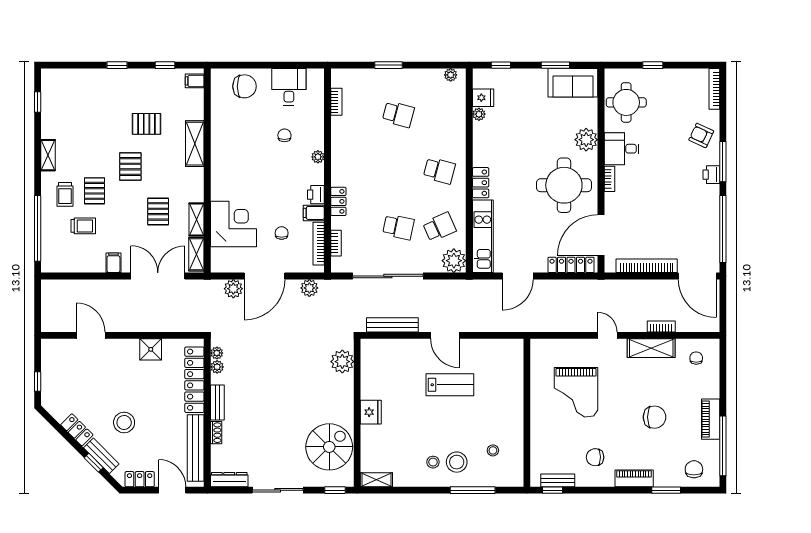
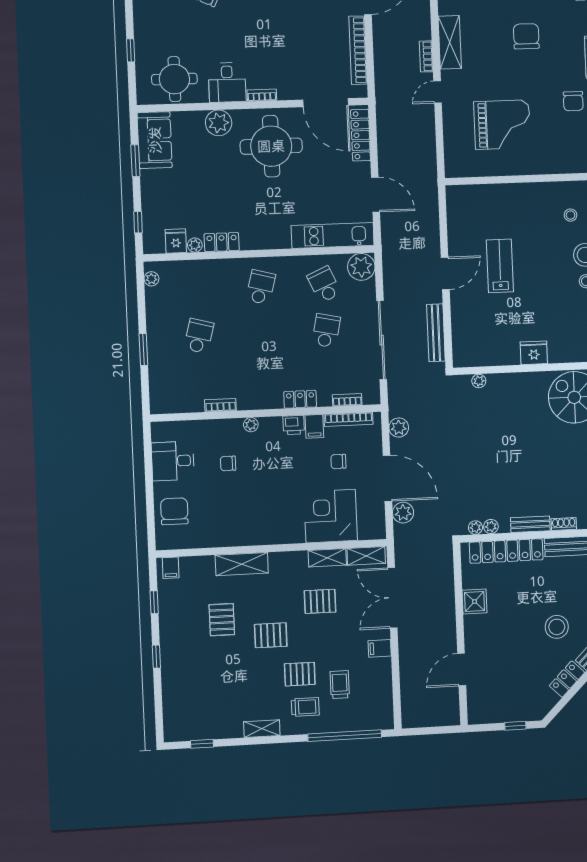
bookcase: (336, 102) -> (220, 405), moved
locker: (481, 183) -> (222, 242), moved
bookcase: (661, 326) -> (426, 56), moved
plant: (342, 362) -> (479, 381), width x0.53, depth x0.53

